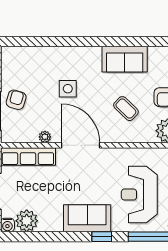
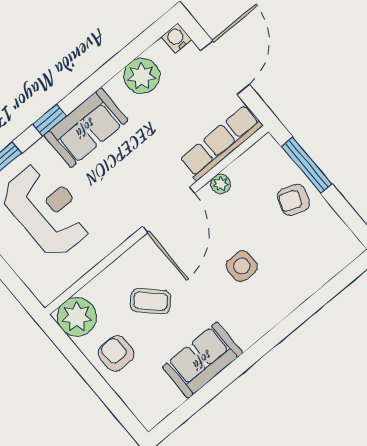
armchair: (16, 100) -> (293, 200), turned 95
door: (80, 145) -> (169, 210), hinge flipped
plant: (27, 221) -> (142, 76), moved

